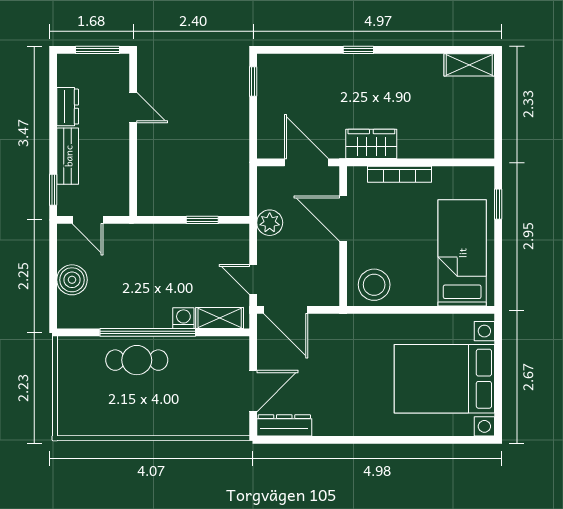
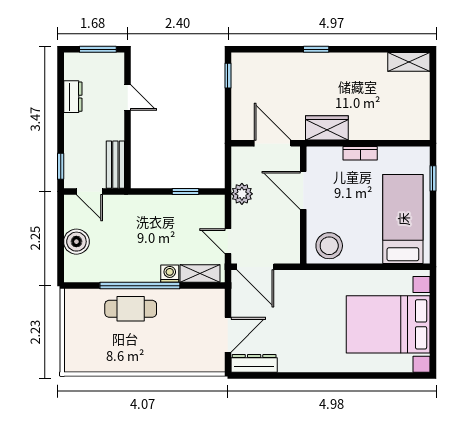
bench: (68, 156) -> (115, 165), moved
bookcase: (400, 174) -> (360, 153), width x0.64

